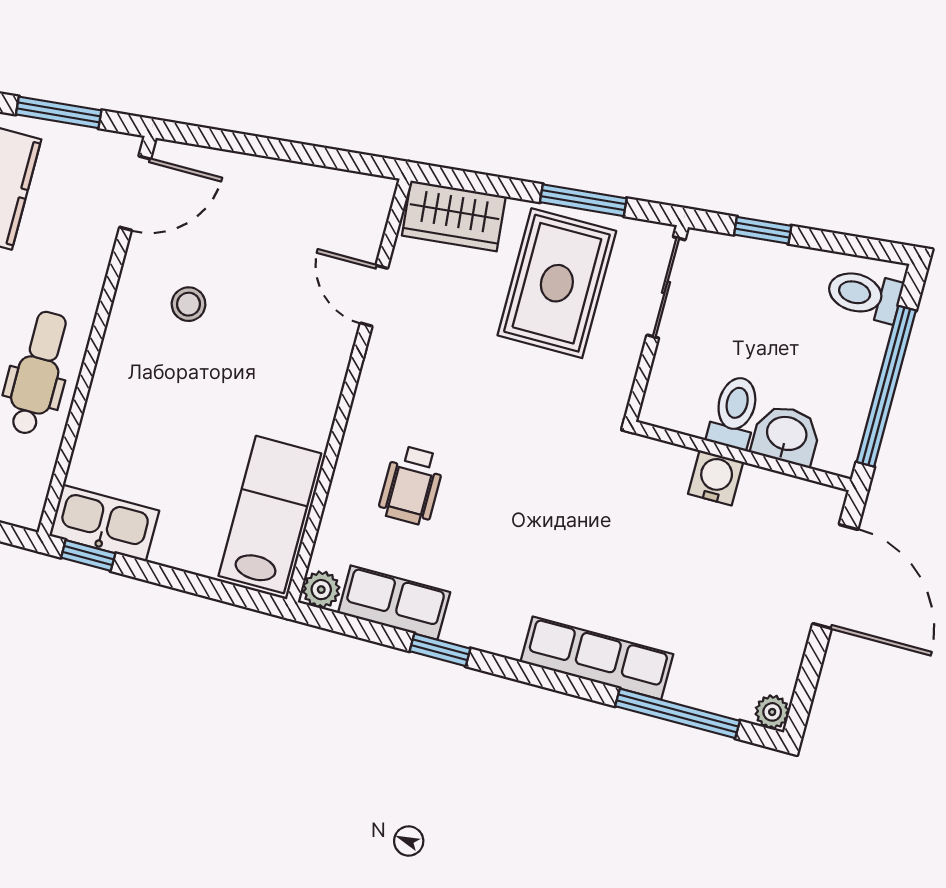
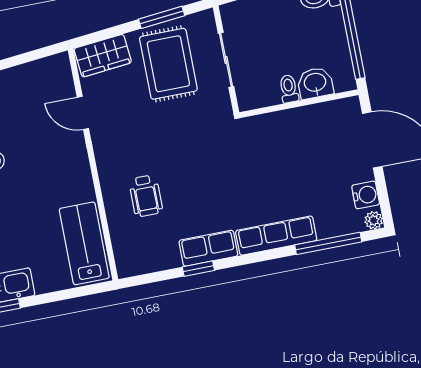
sliding door: (666, 287) -> (226, 60), moved
toilet: (735, 412) -> (289, 89), width x0.73, depth x0.72
water cooler: (716, 478) -> (366, 195), moved, turned 90
plant: (321, 590) -> (127, 268), removed
row of seats: (394, 603) -> (208, 248), moved

